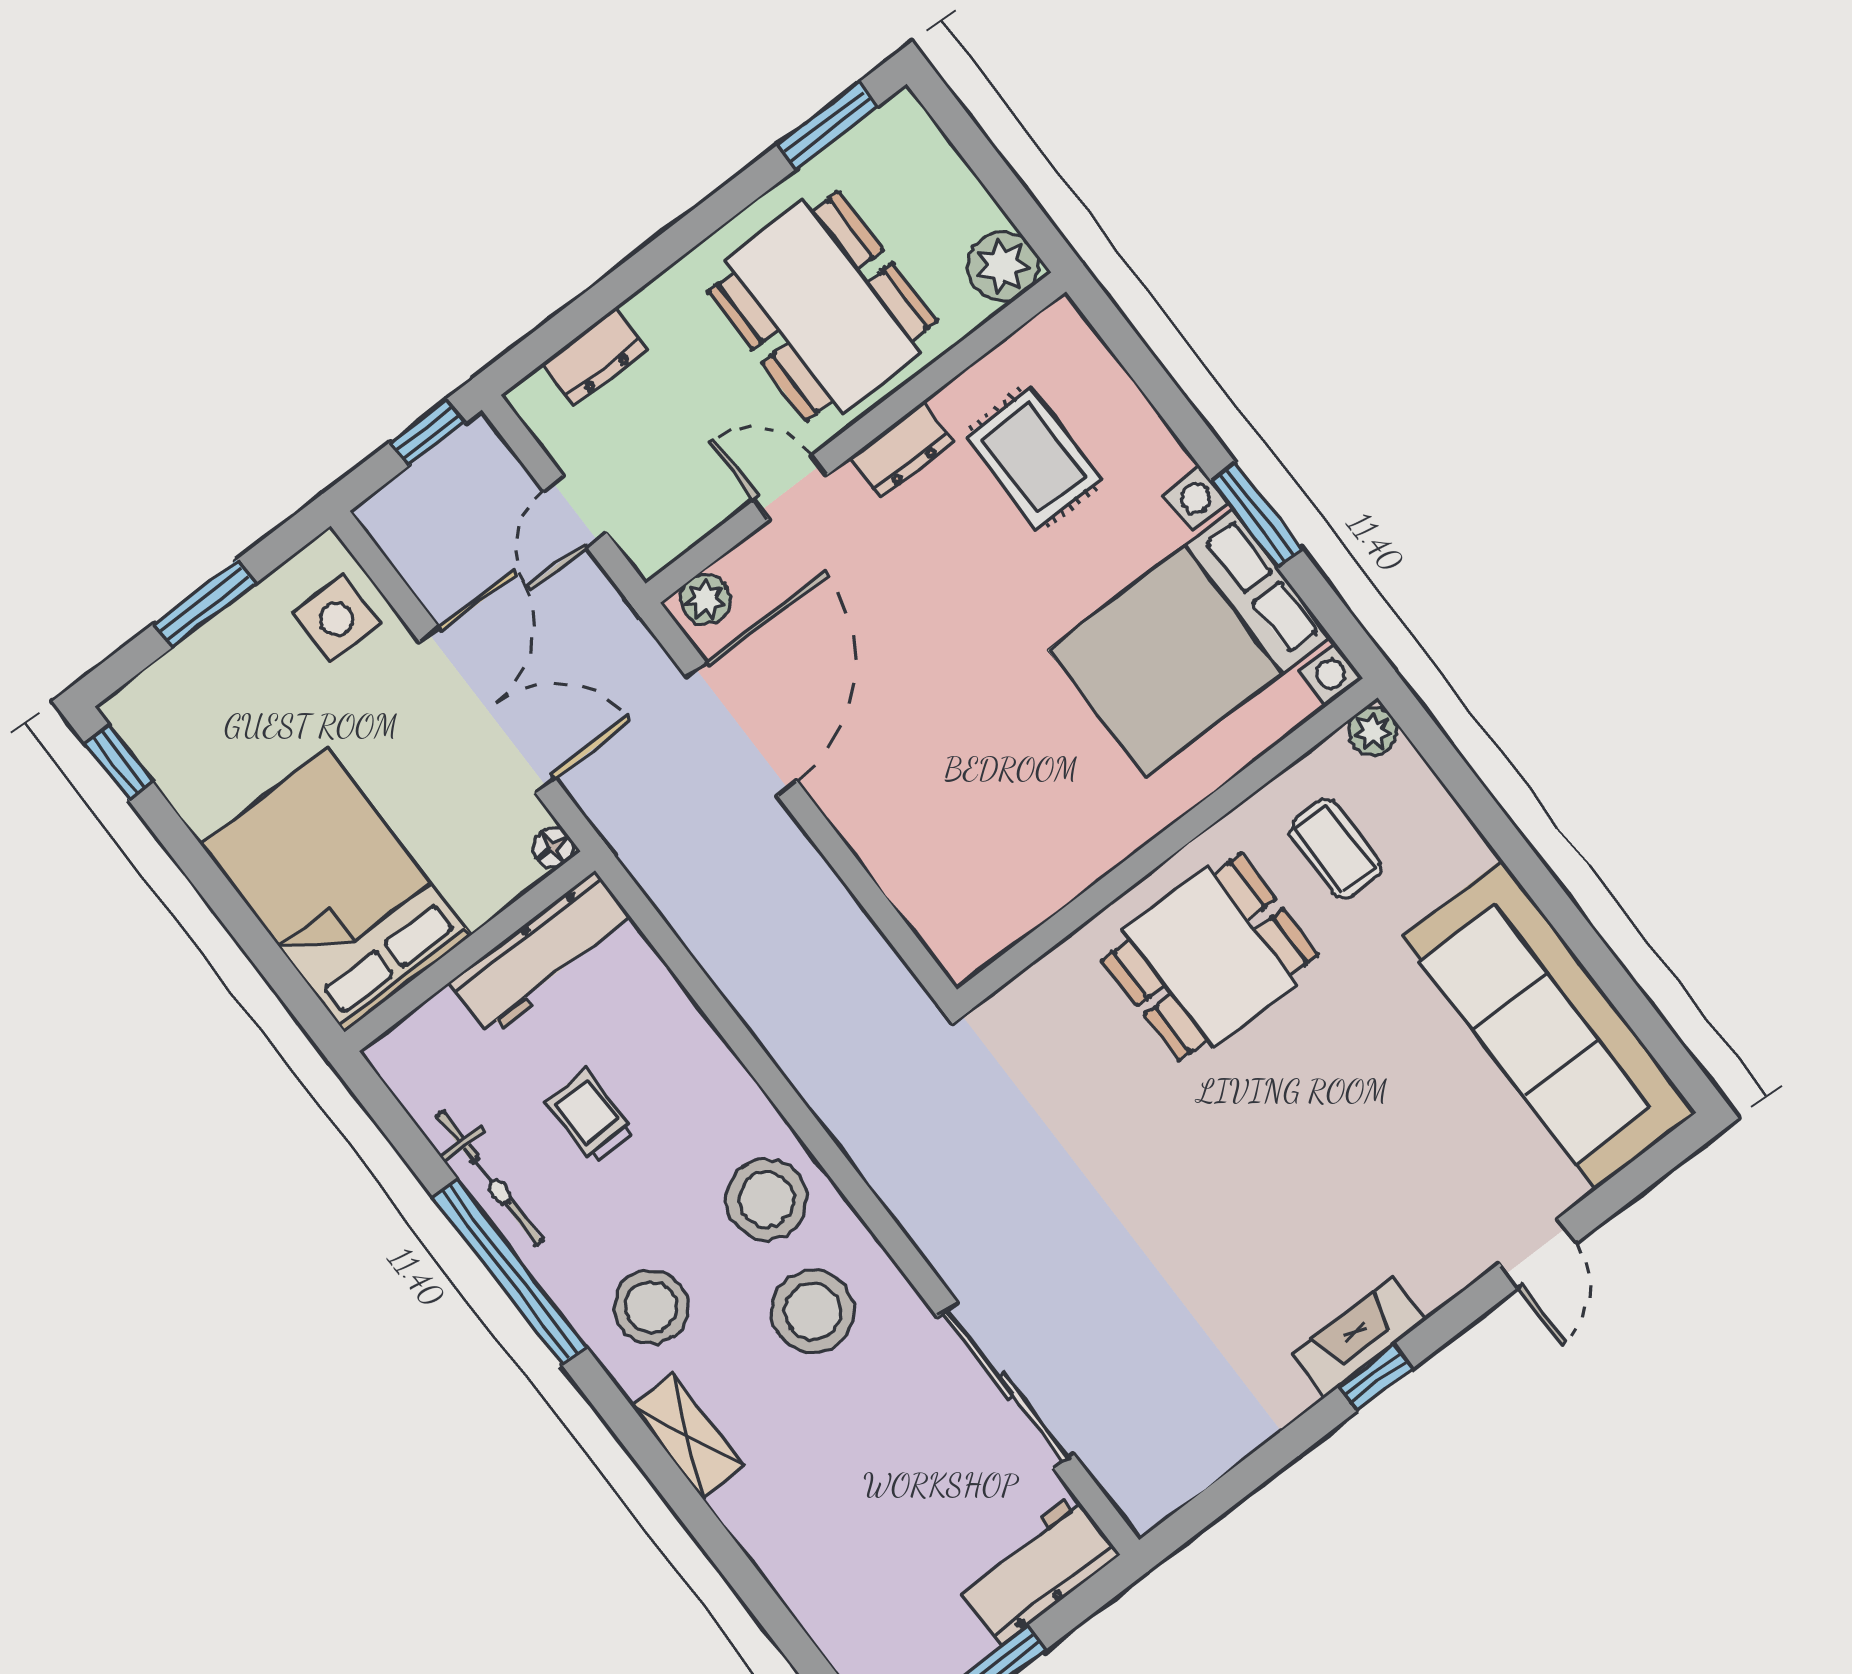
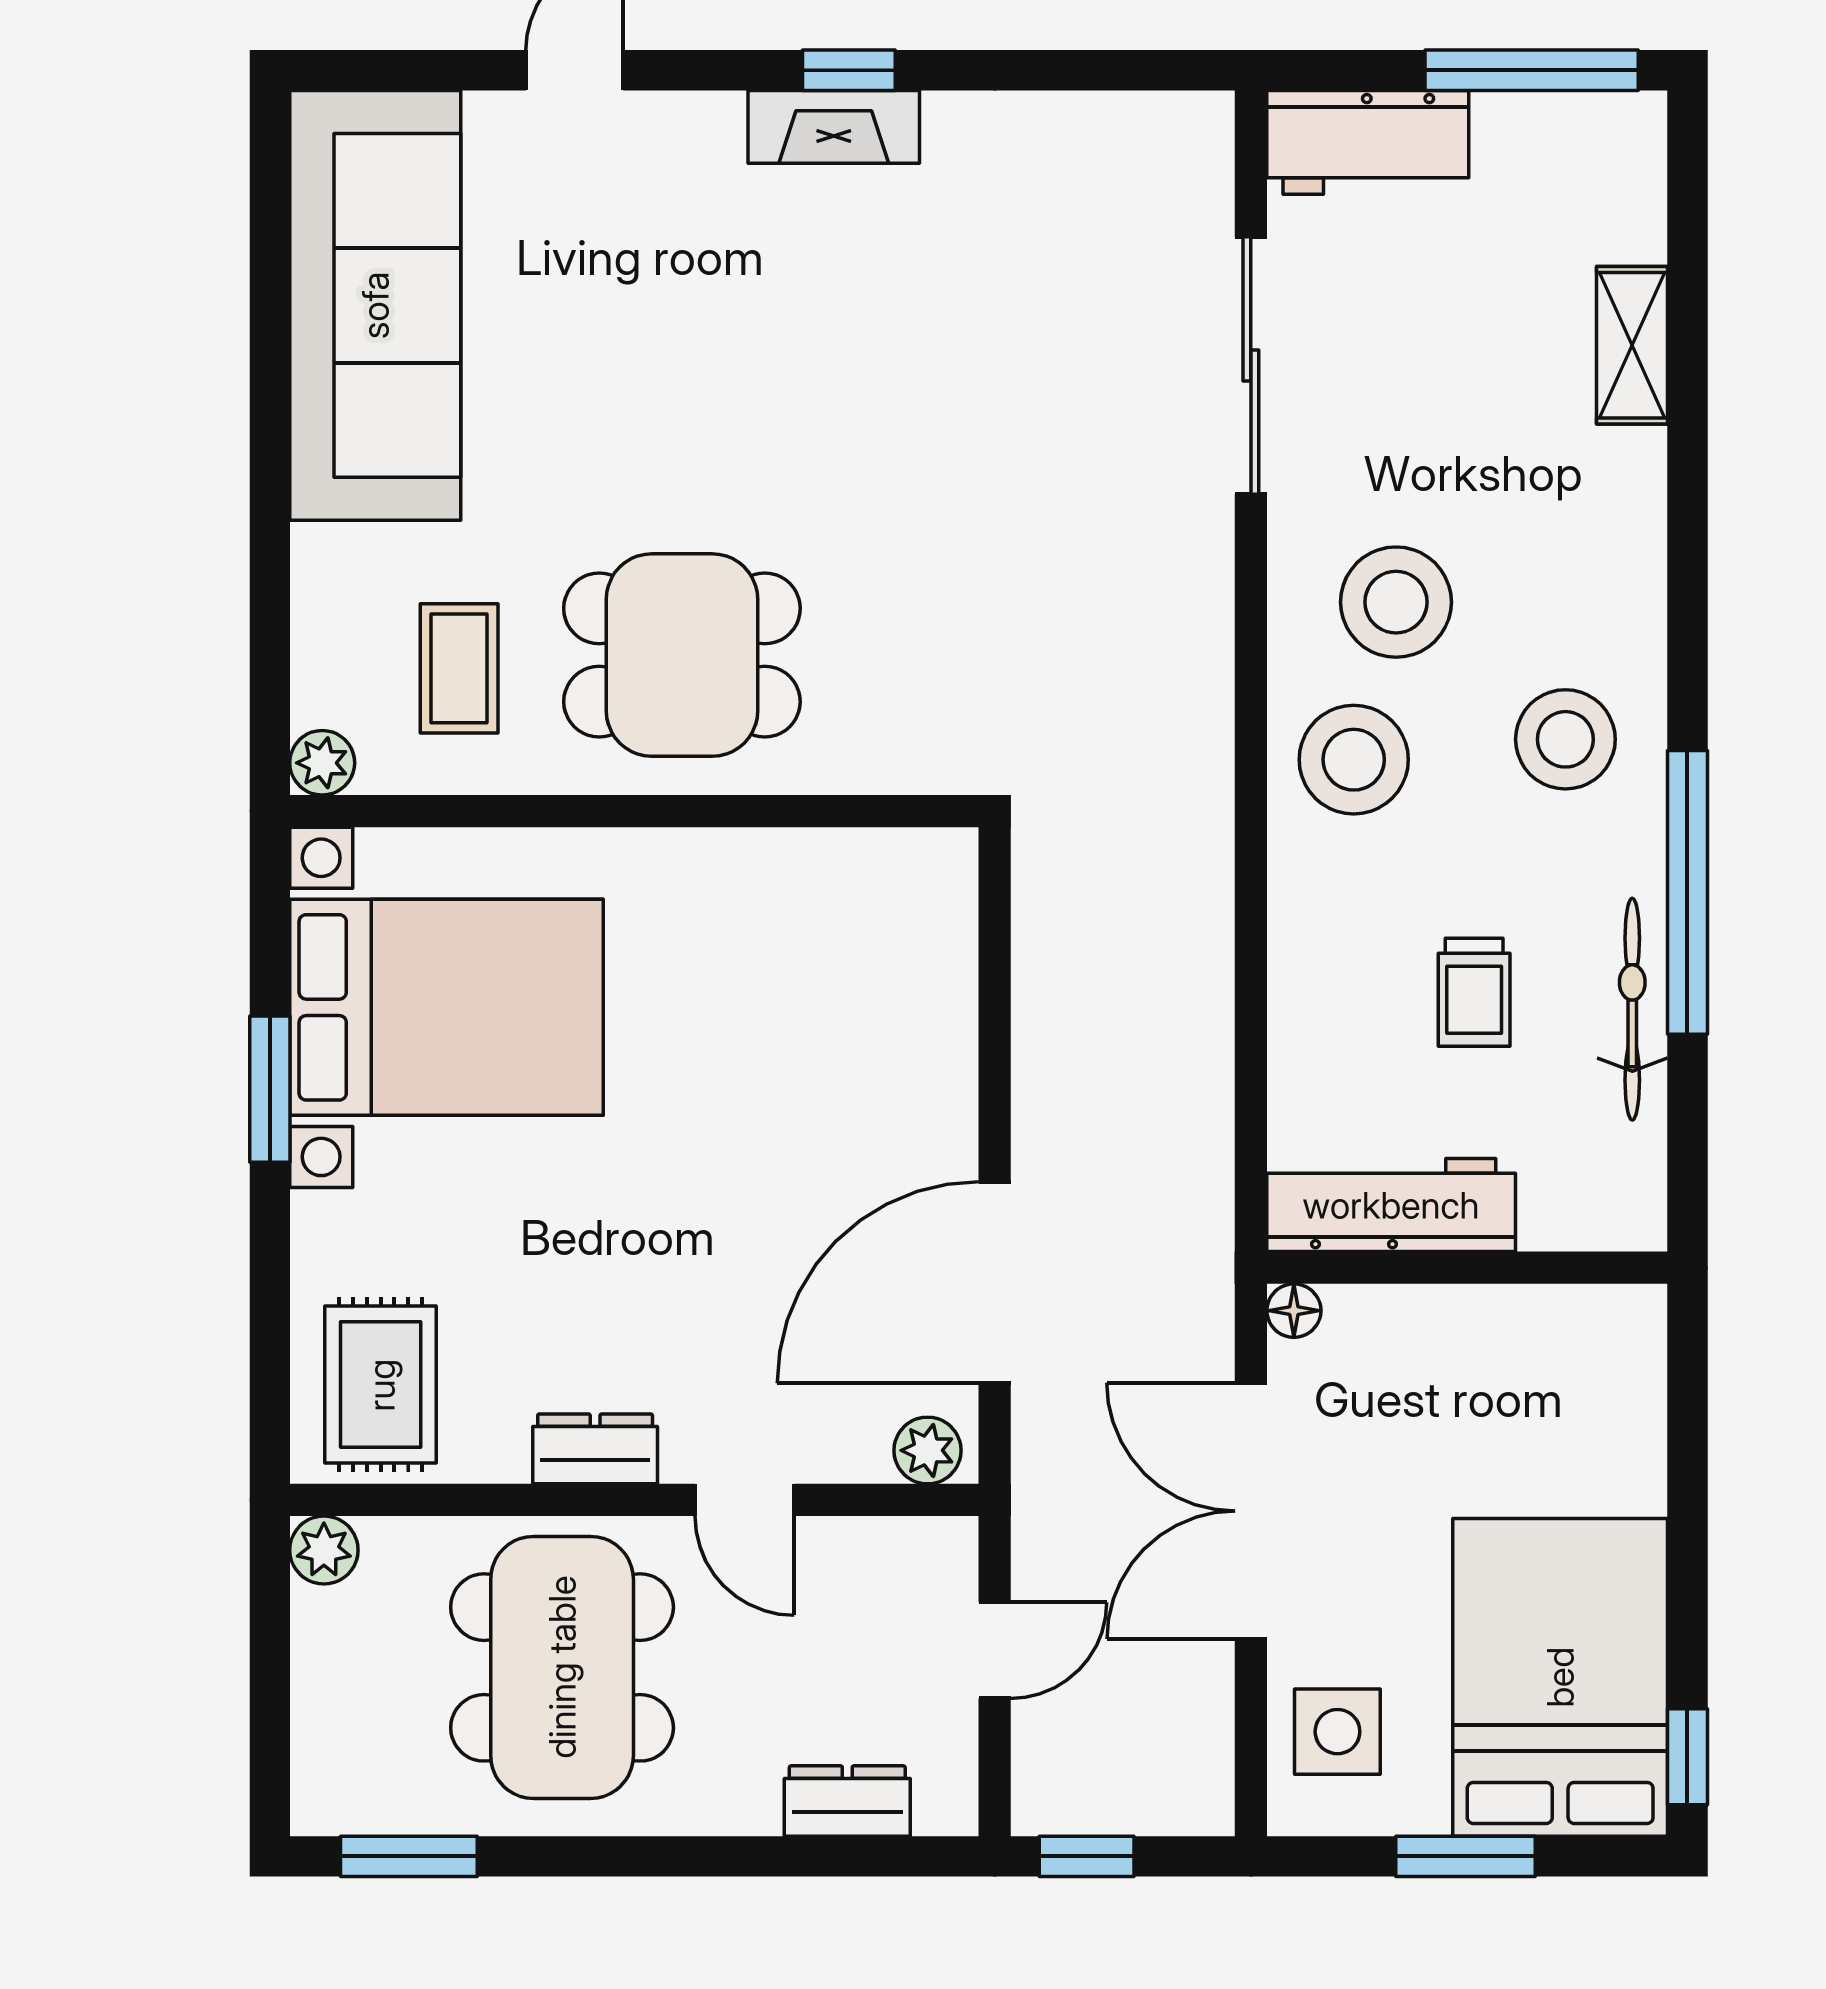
plant: (1003, 266) -> (324, 1550), width x0.73, depth x0.73
rug: (1033, 458) -> (381, 1385), moved
bed: (336, 890) -> (1560, 1677), moved, turned 180
shelving: (687, 1436) -> (1632, 345), moved

